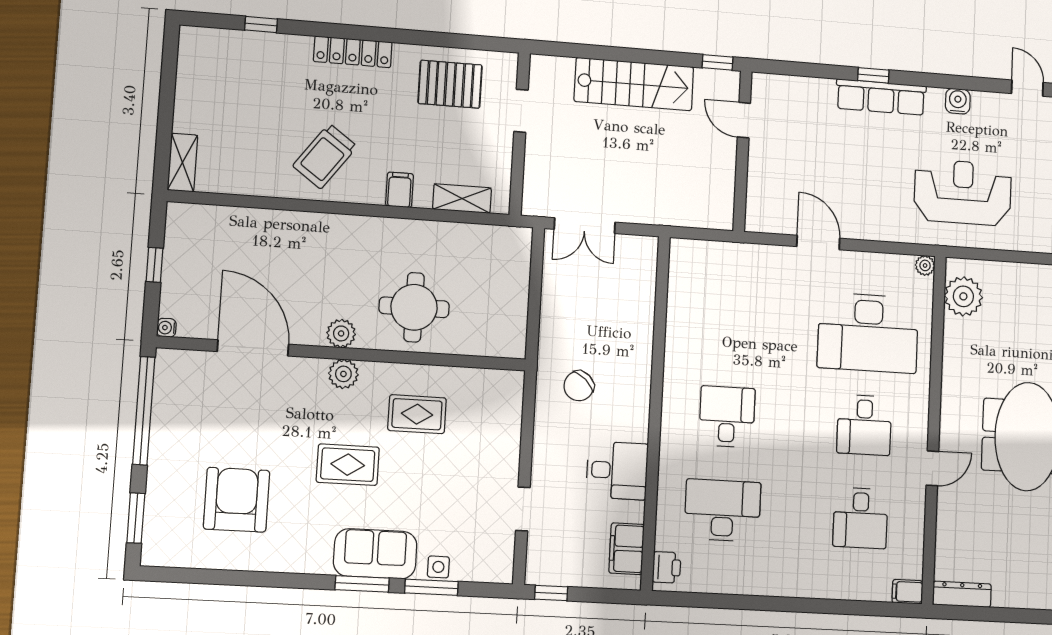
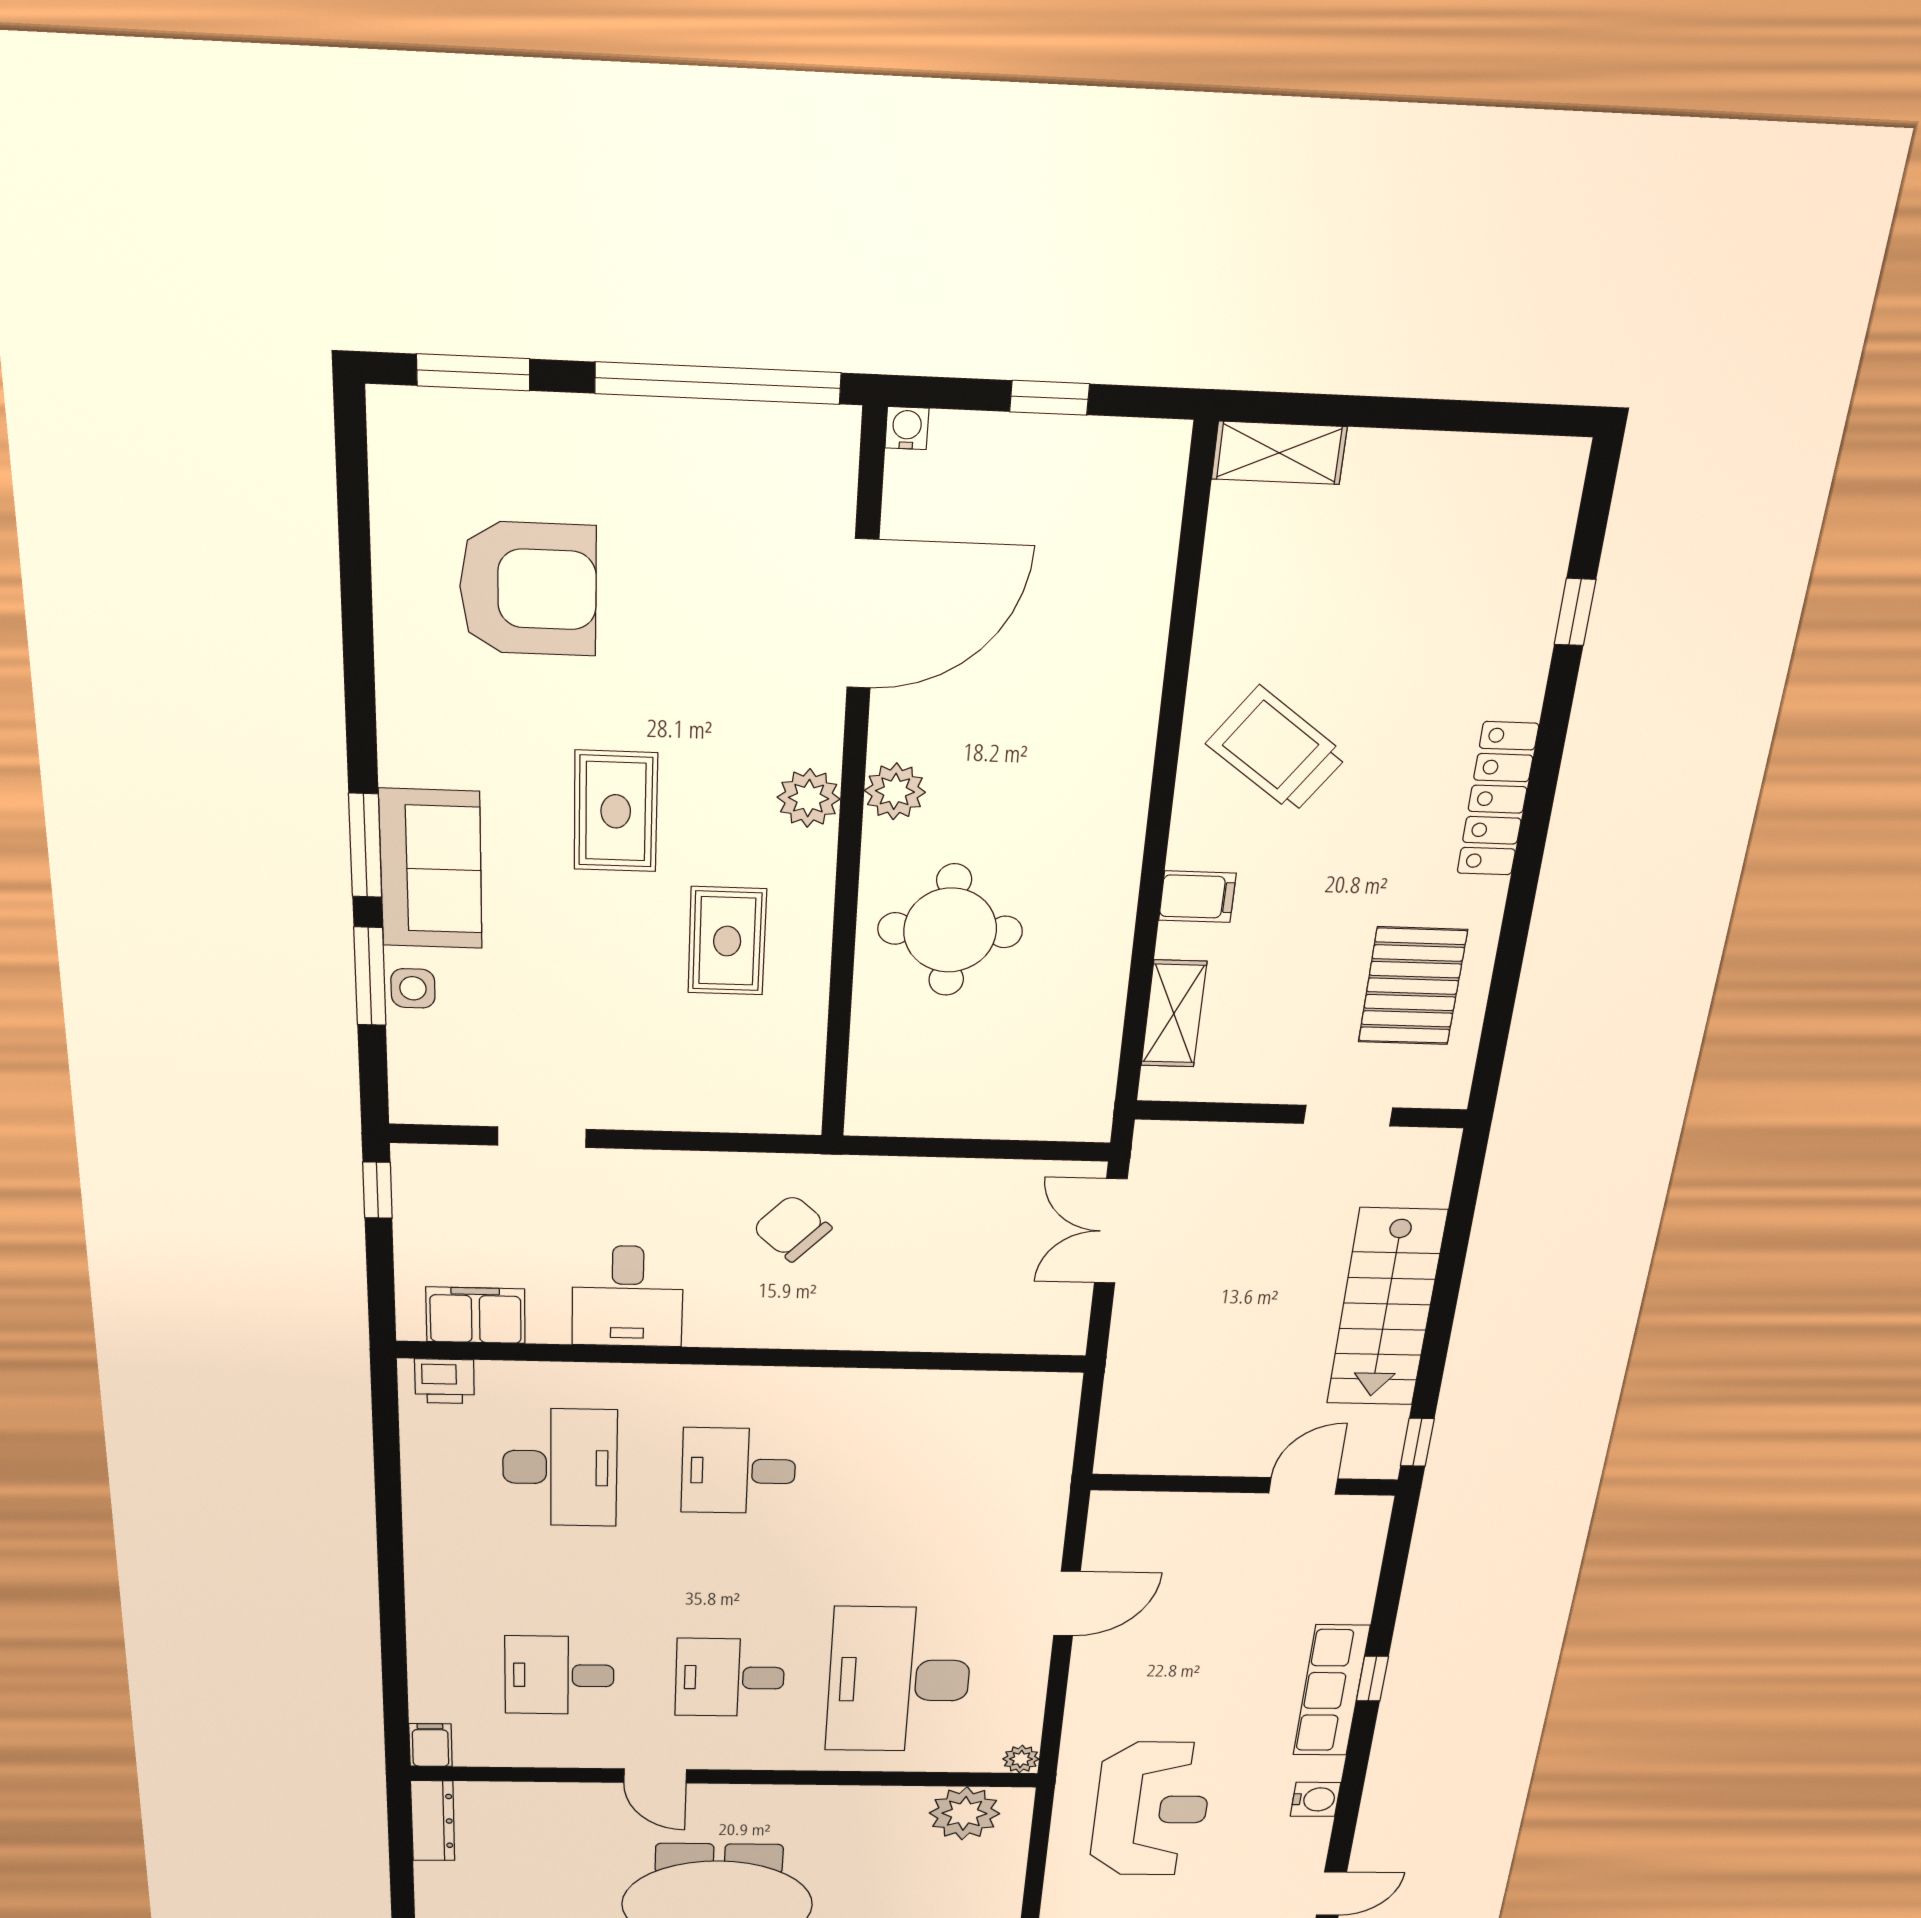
desk: (727, 417) -> (739, 1471), turned 180

